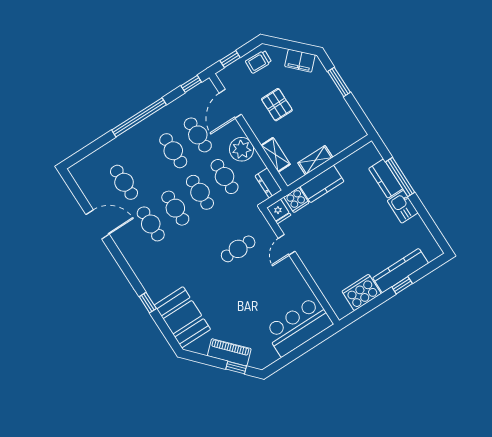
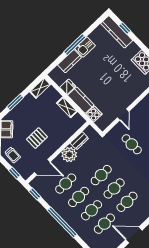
shelving: (276, 155) -> (40, 88), moved
cafe table: (225, 177) -> (91, 210), moved
window: (400, 177) -> (75, 45), moved
dresser: (268, 183) -> (79, 141), moved
fridge: (279, 211) -> (68, 87), moved
door: (98, 224) -> (134, 235), hinge flipped
door: (287, 245) -> (123, 115), hinge flipped
kitchen counter: (401, 271) -> (117, 32), moved
window: (402, 285) -> (125, 28), moved

